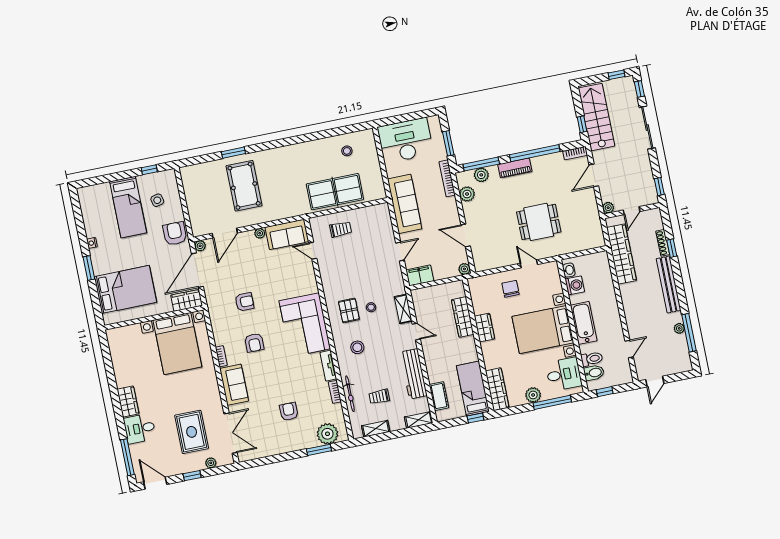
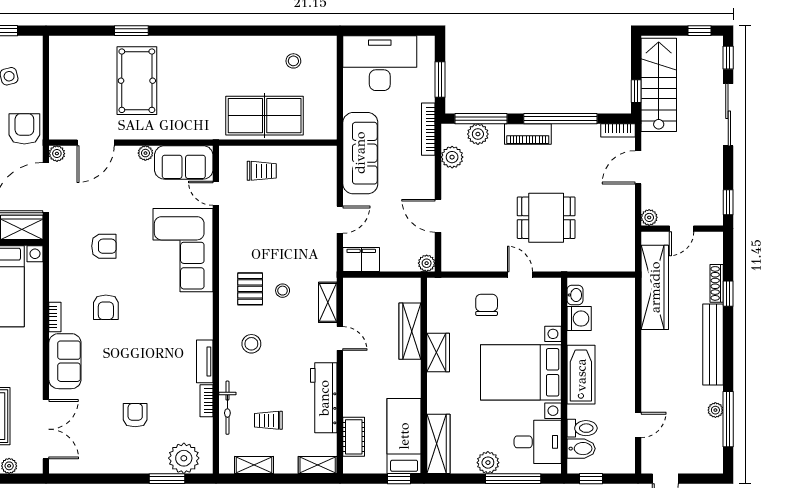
corner sofa: (305, 325) -> (183, 250), moved

